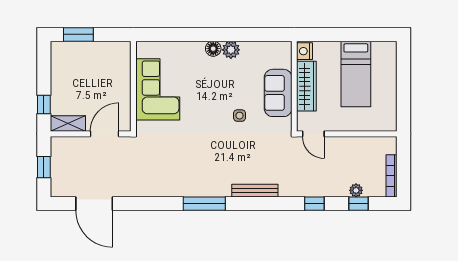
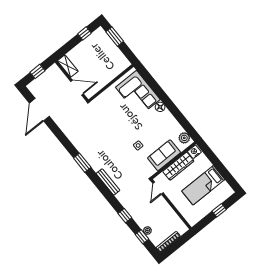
plant: (231, 50) -> (184, 138), moved
window: (403, 79) -> (219, 210), added
corner sofa: (158, 89) -> (138, 93), moved, turned 90
window: (44, 105) -> (84, 33), moved
window: (204, 204) -> (82, 163), width x0.69

